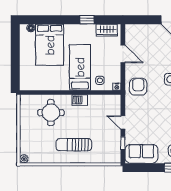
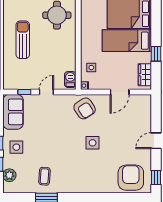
bed: (80, 67) -> (127, 41), moved, turned 180
armchair: (138, 87) -> (85, 108), turned 57
barbecue: (80, 100) -> (70, 80), moved

